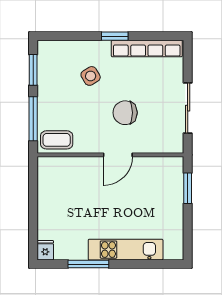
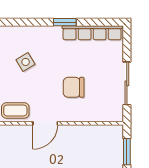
side table: (91, 76) -> (26, 62), moved
door: (118, 155) -> (45, 123), moved

